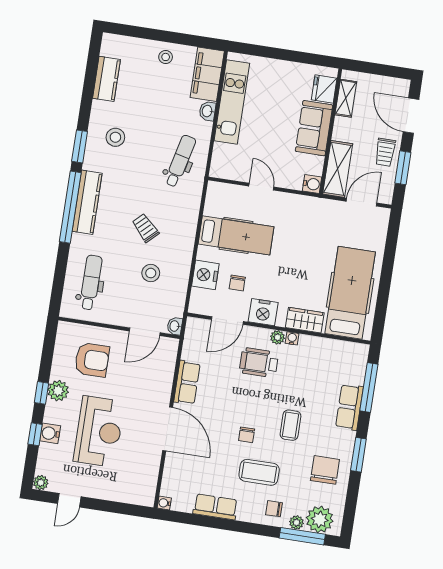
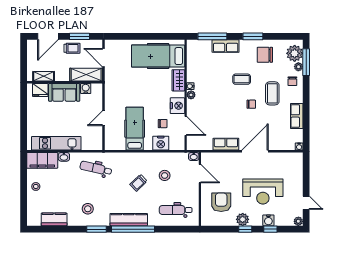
water cooler: (312, 184) -> (86, 88), moved
wheelchair: (259, 363) -> (208, 104), removed
reception desk: (99, 432) -> (263, 192), turned 180

